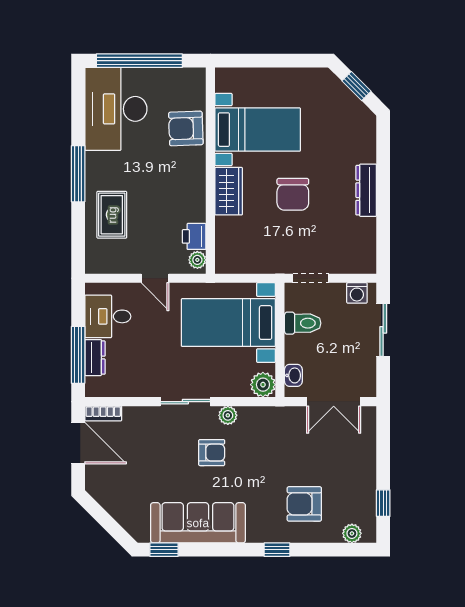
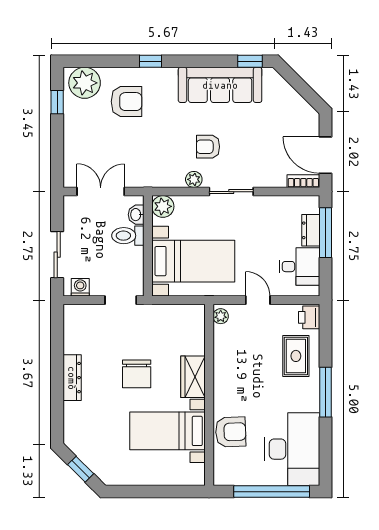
chair: (293, 194) -> (137, 374), turned 180
printer: (194, 236) -> (309, 317), moved, turned 180
toilet: (303, 323) -> (128, 236), moved
plant: (352, 533) -> (85, 83), width x1.87, depth x1.87

